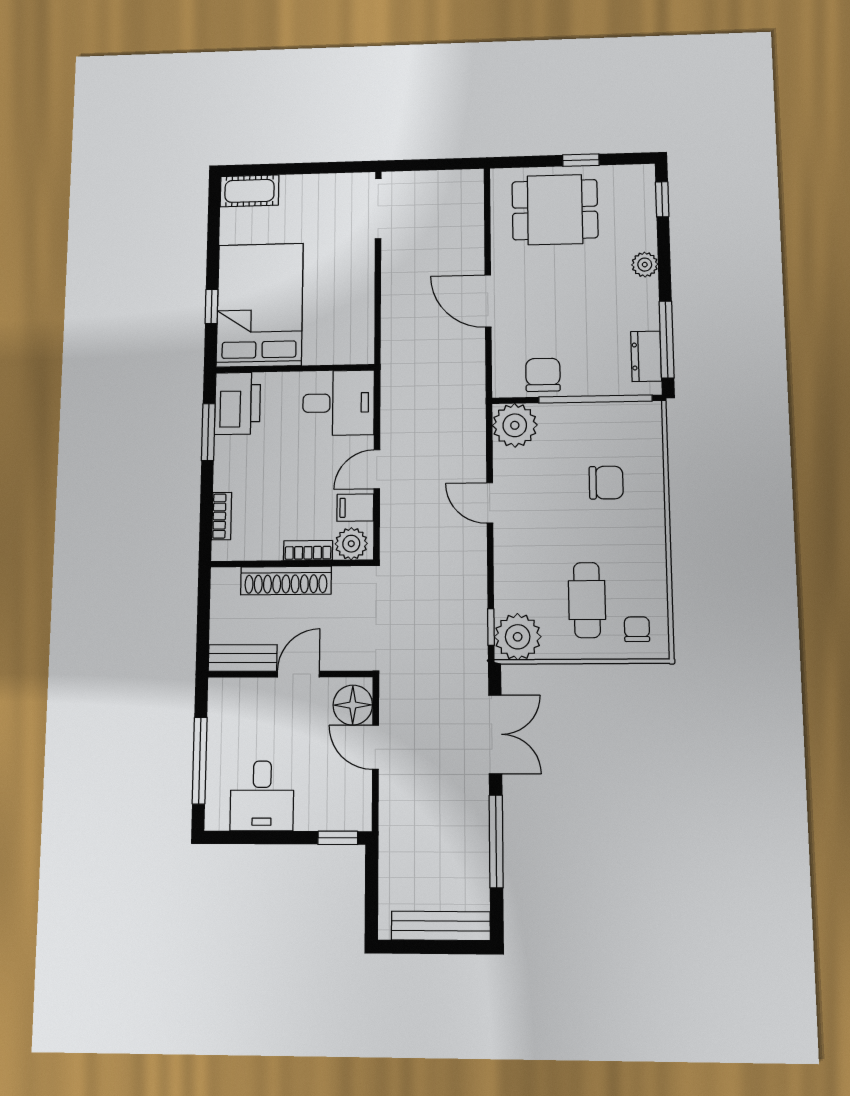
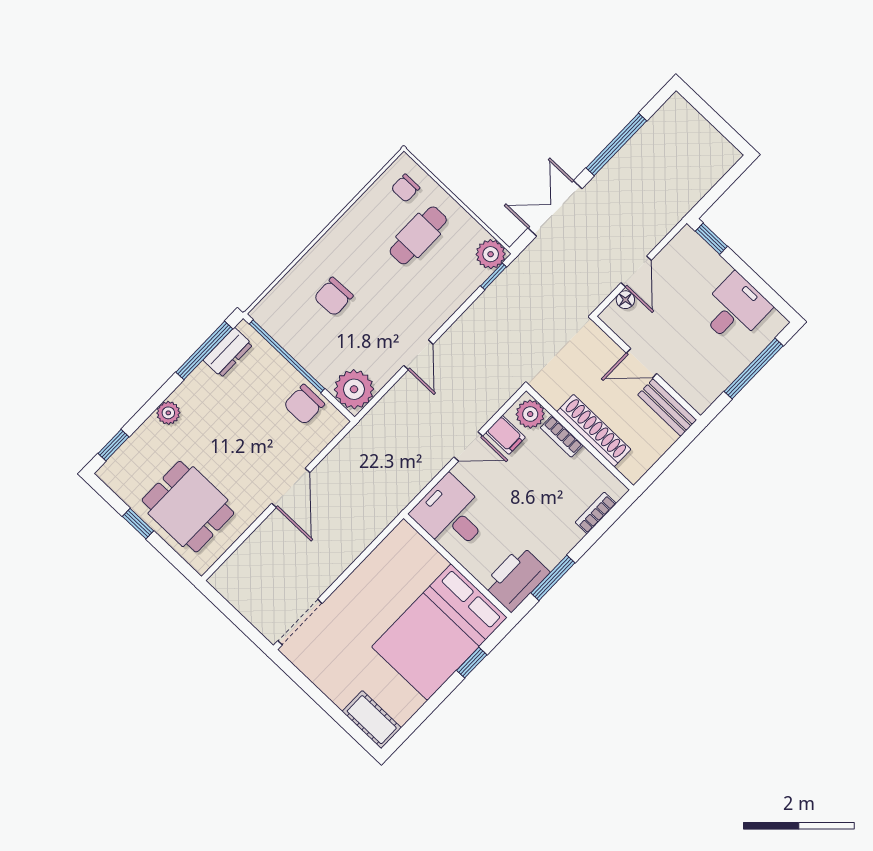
chair: (606, 483) -> (333, 297), turned -92
plant: (518, 637) -> (491, 254), width x0.73, depth x0.73
floor lamp: (353, 705) -> (625, 300), width x0.53, depth x0.53
bench: (441, 926) -> (698, 127), removed

